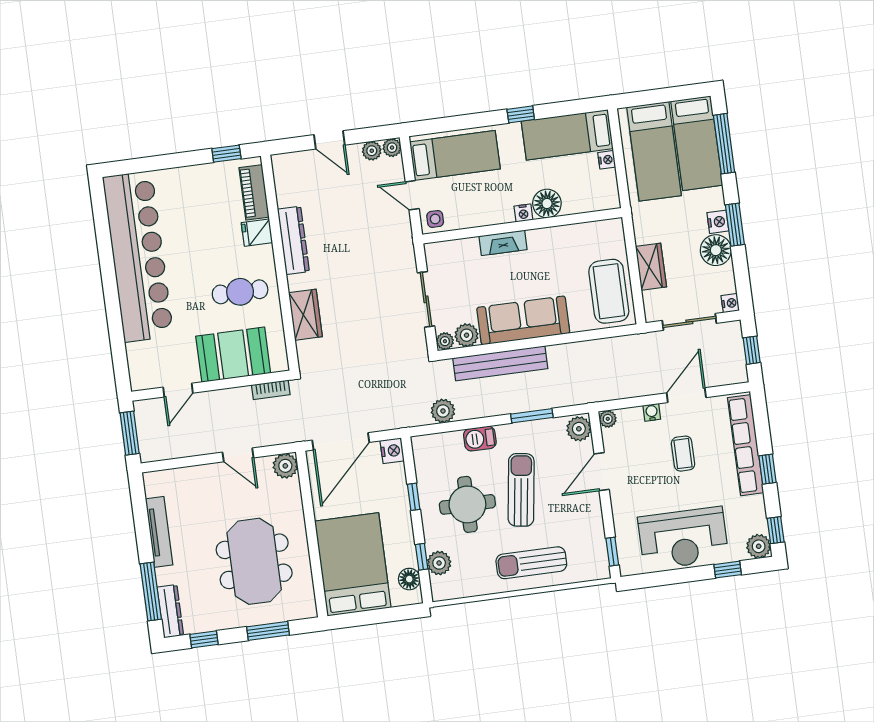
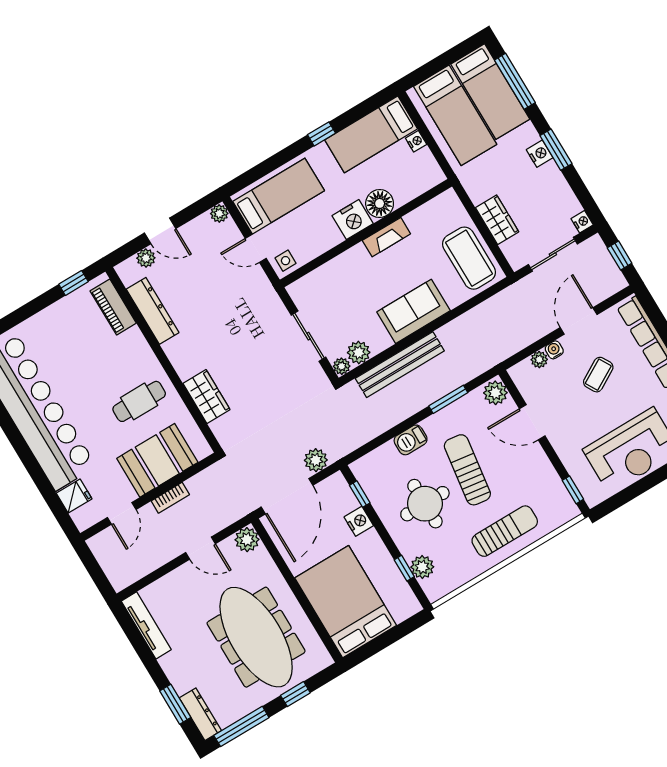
plant: (372, 151) -> (146, 258), moved
nightstand: (523, 213) -> (353, 220), width x1.89, depth x1.79
fridge: (257, 233) -> (74, 496), moved, turned 180
dresser: (293, 240) -> (153, 311), moved
fireplace: (503, 243) -> (386, 237), moved
floor lamp: (716, 250) -> (549, 180), removed
sofa: (523, 320) -> (413, 311), width x0.73
bookcase: (271, 390) -> (170, 498), moved
plant: (443, 411) -> (316, 460), moved
plant: (608, 419) -> (539, 360), moved
window: (130, 433) -> (95, 571), removed
nightstand: (392, 451) -> (359, 521), moved
coffee table: (683, 454) -> (598, 375), turned 60
door: (602, 472) -> (532, 422), hinge flipped
window: (414, 497) -> (360, 494), moved
tv unit: (159, 532) -> (146, 625), moved
meeting table: (254, 561) -> (256, 637), width x1.36
sun lounger: (531, 563) -> (505, 531), turned 180
floor lamp: (409, 579) -> (402, 593), removed
window: (151, 592) -> (175, 704), width x0.69
window: (268, 631) -> (295, 694), width x0.67
window: (204, 639) -> (241, 726), width x2.17

